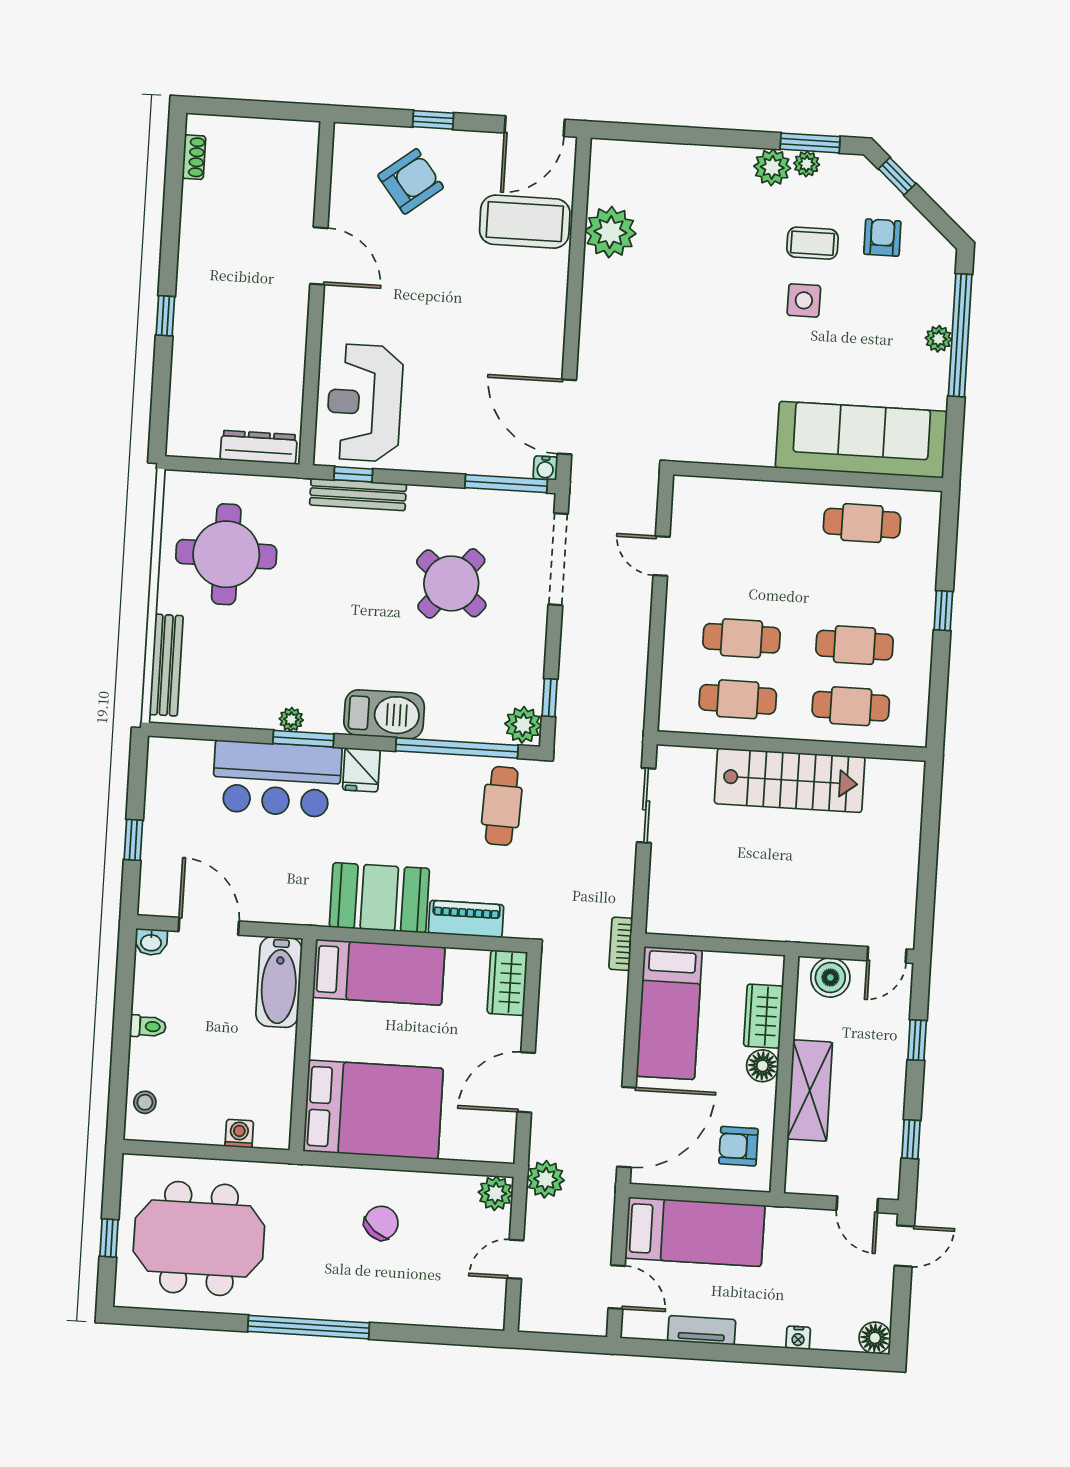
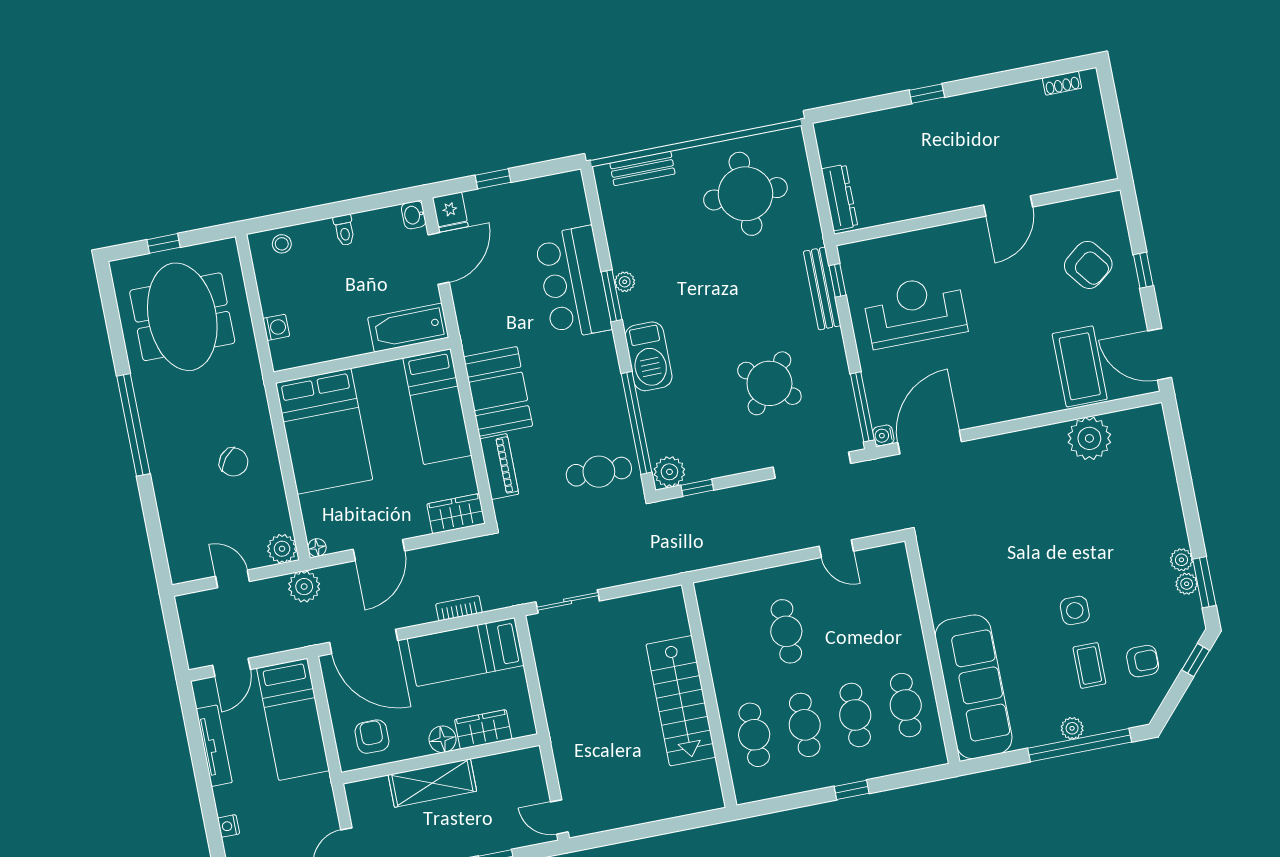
plant: (772, 167) -> (1181, 560), width x0.73, depth x0.73
coffee table: (813, 243) -> (1089, 665), moved
reception desk: (365, 403) -> (915, 311), moved
door: (661, 556) -> (836, 549), swing flipped
bench: (166, 665) -> (642, 168), width x0.73
cafe table: (738, 699) -> (855, 715), moved
fridge: (361, 770) -> (450, 212), moved, turned -90
sliding door: (646, 805) -> (568, 601), moved
bookcase: (621, 944) -> (459, 608), moved
boiler: (830, 977) -> (529, 776), removed
door: (526, 1082) -> (379, 550), swing flipped
floor lamp: (505, 1153) -> (317, 548), added
tv unit: (702, 1330) -> (214, 746), width x1.41

